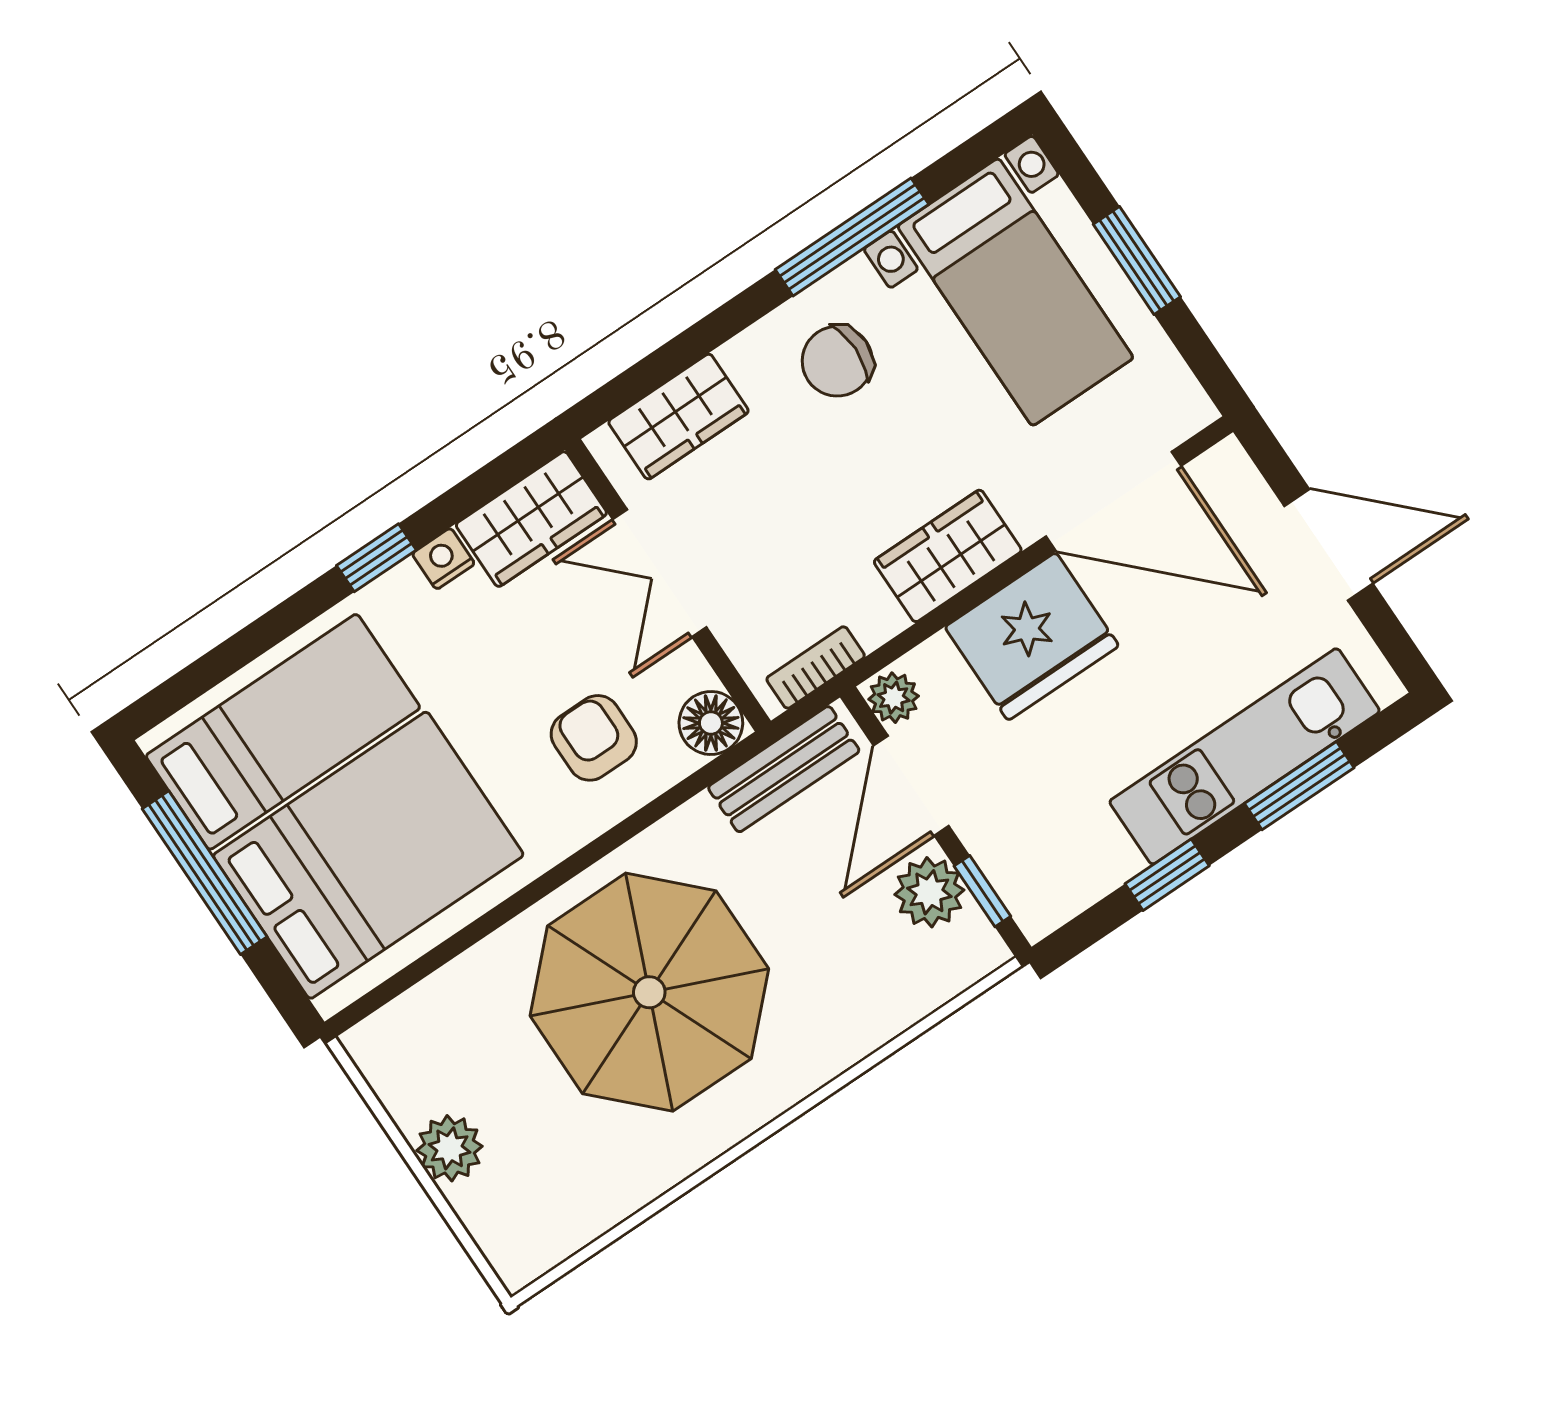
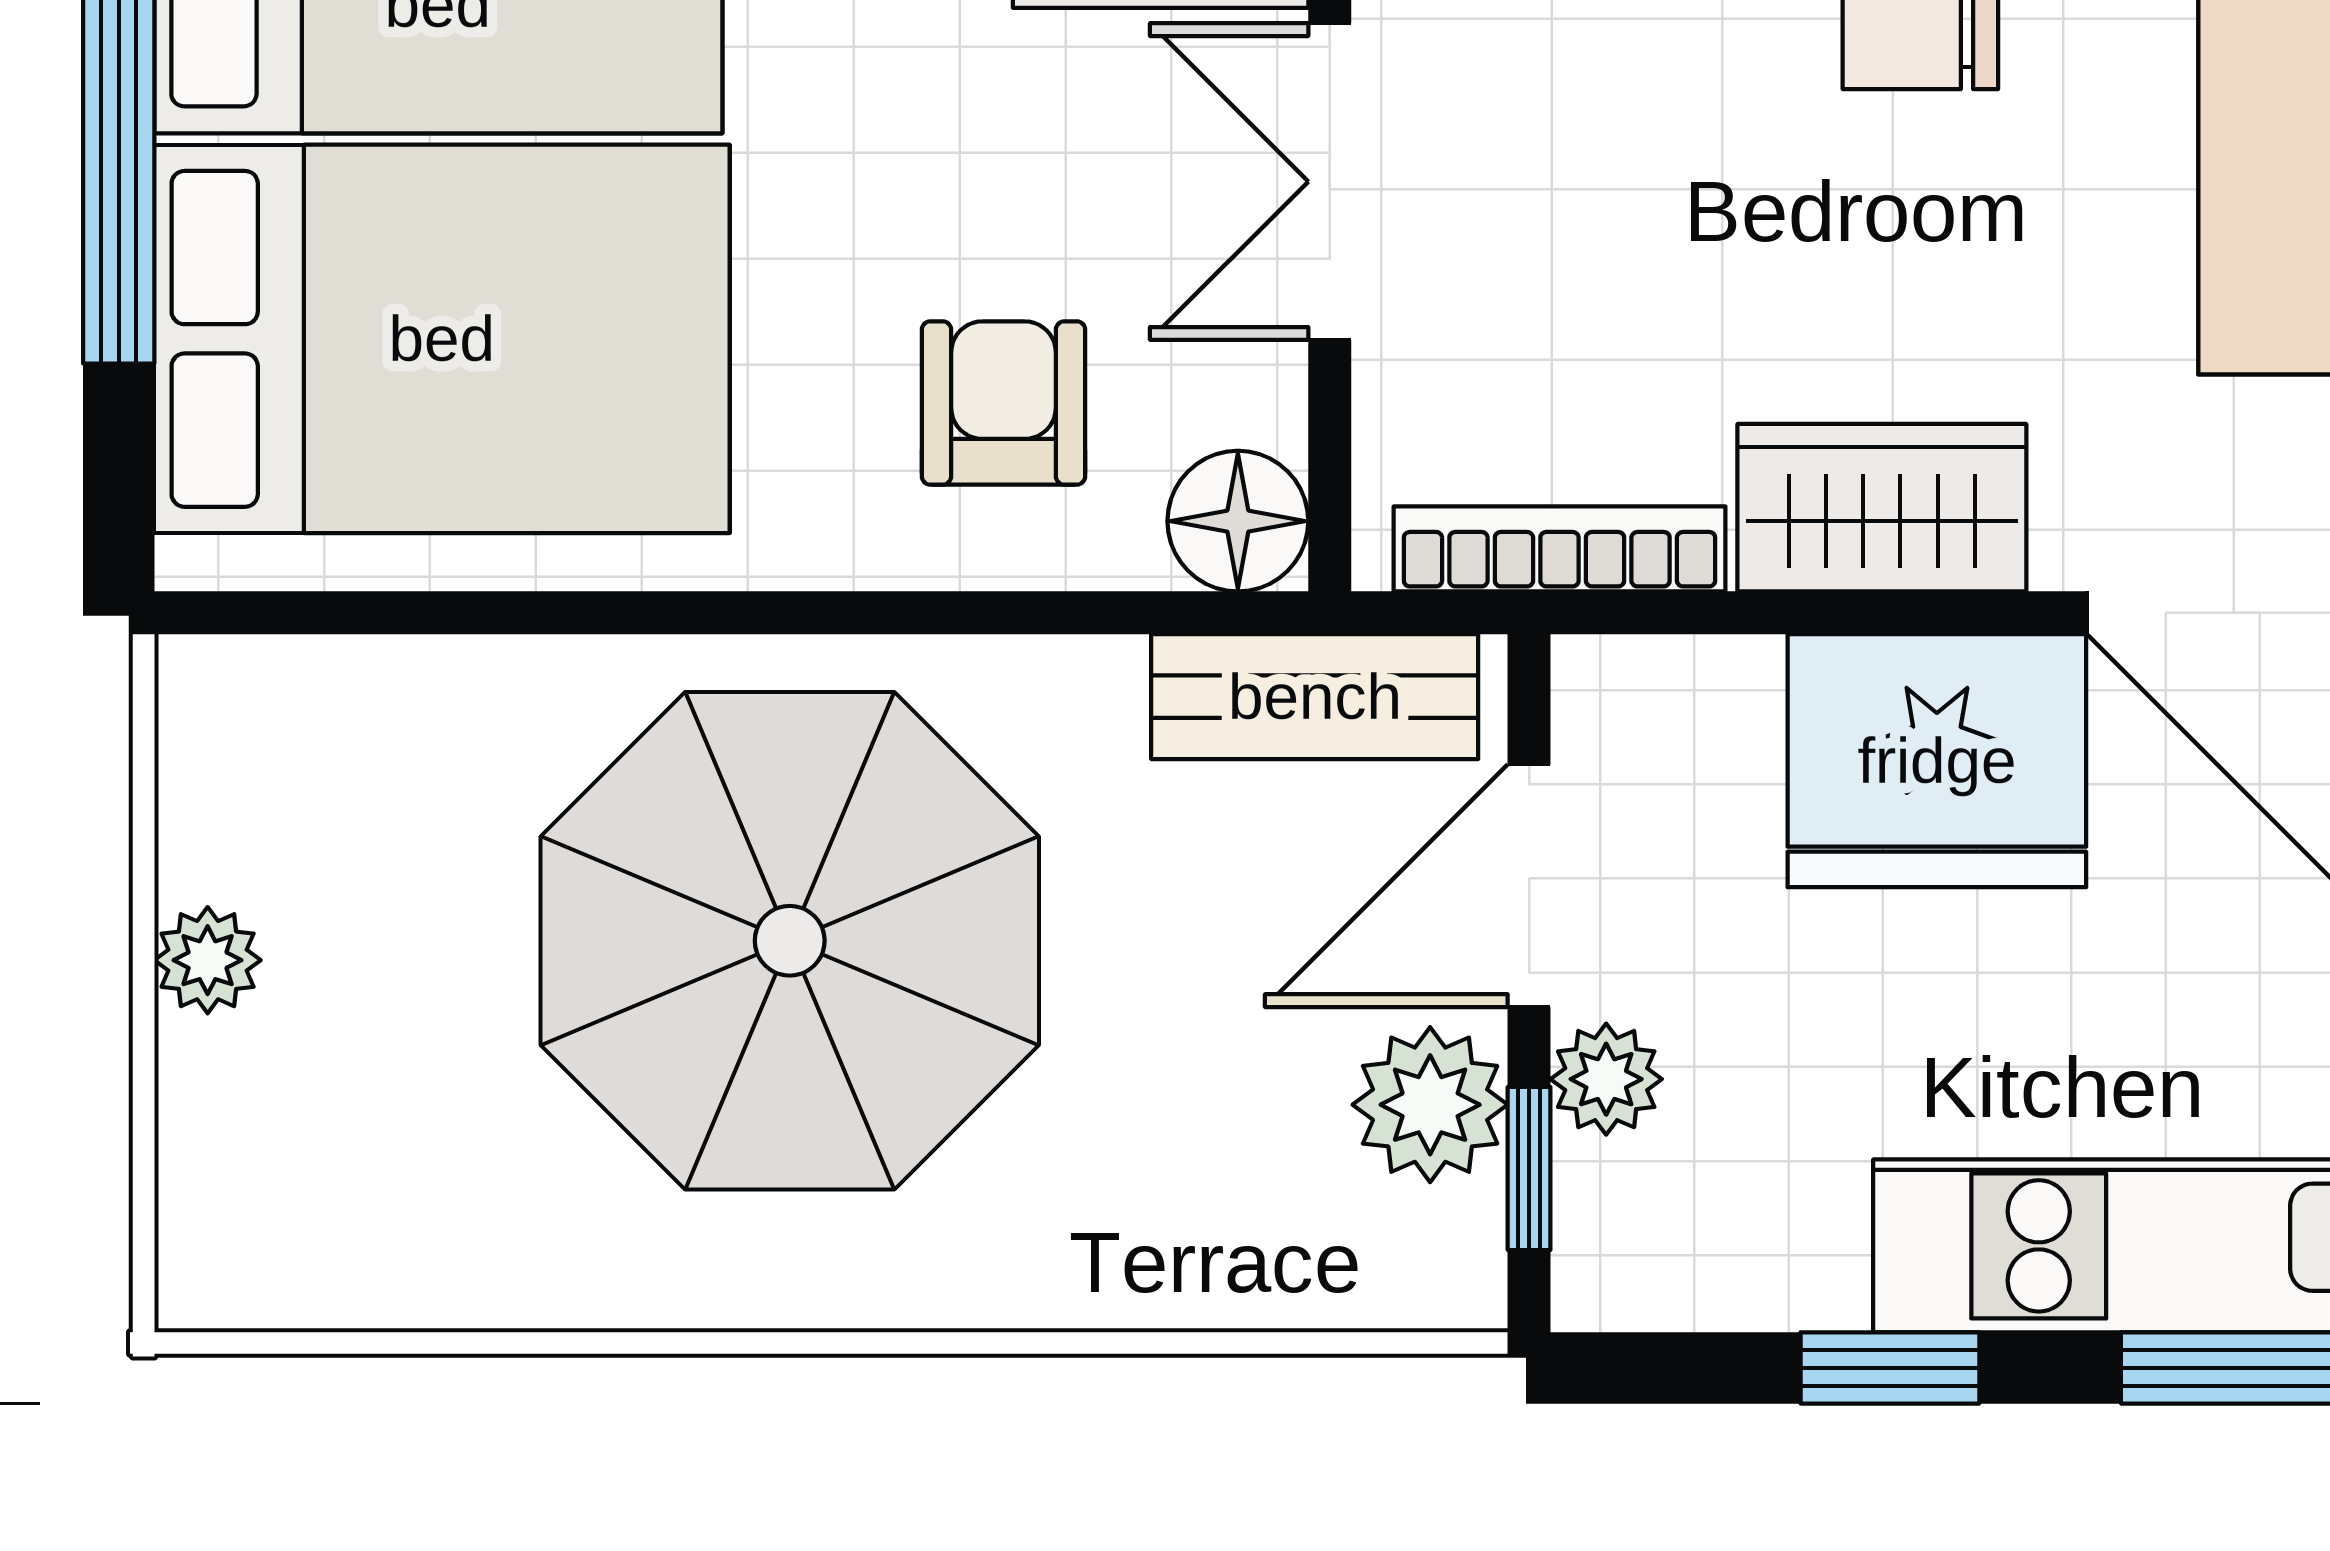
bookcase: (816, 667) -> (1559, 549), width x1.56
plant: (894, 698) -> (1606, 1079), moved
plant: (450, 1148) -> (208, 960), width x0.73, depth x0.73

